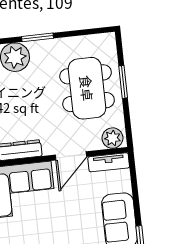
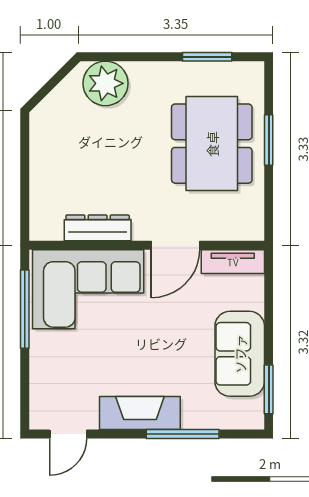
window: (37, 37) -> (207, 57), moved
plant: (112, 138) -> (243, 225), removed

